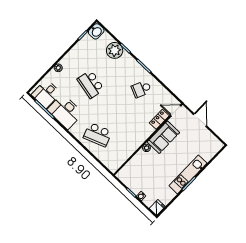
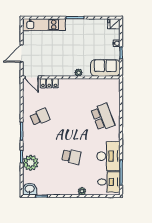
school desk: (91, 84) -> (71, 157), width x0.54
school desk: (141, 89) -> (40, 117), turned -48
sofa: (163, 137) -> (105, 68), moved
kitchen unit: (188, 174) -> (44, 25), moved

